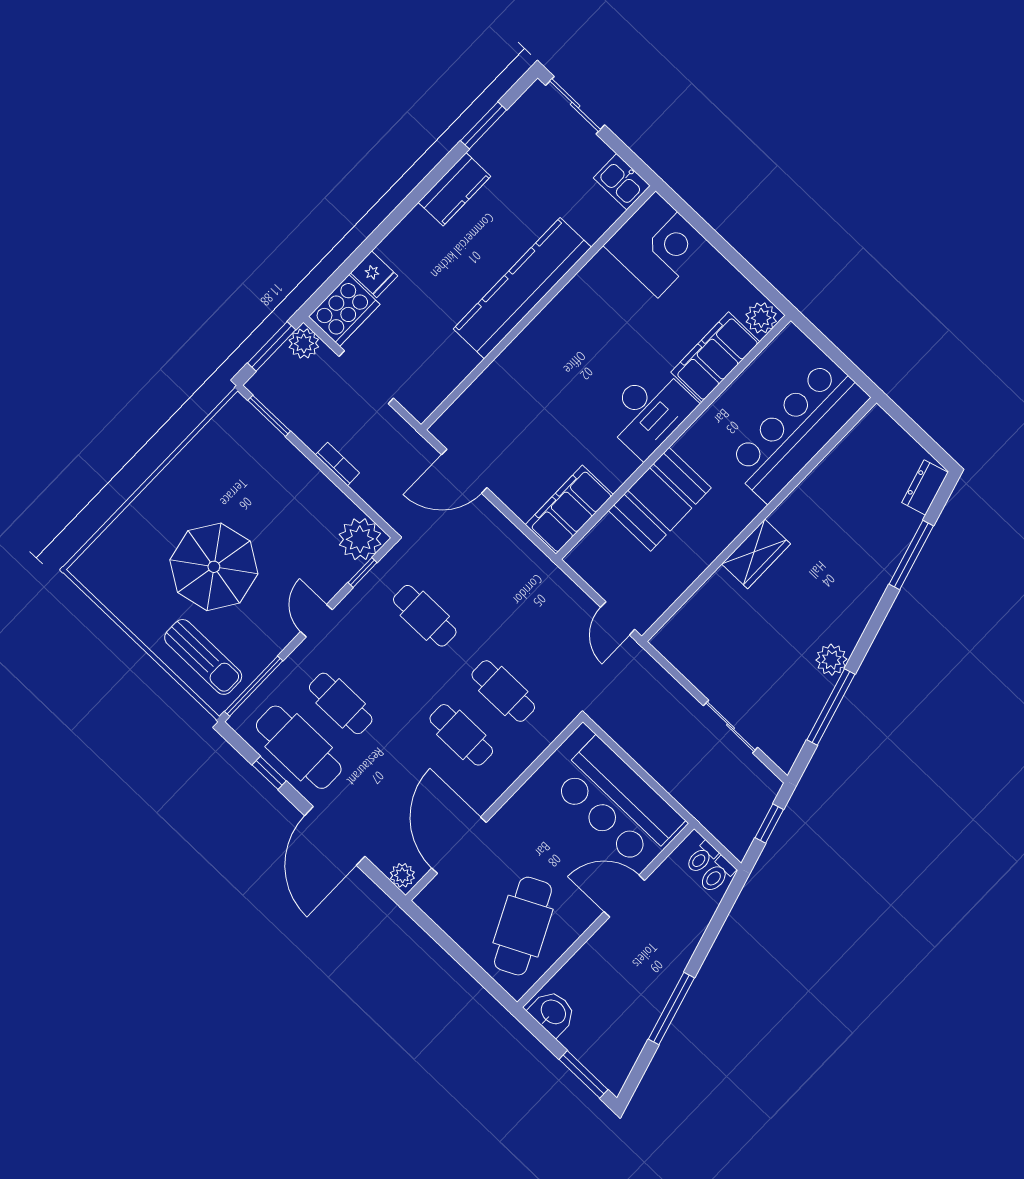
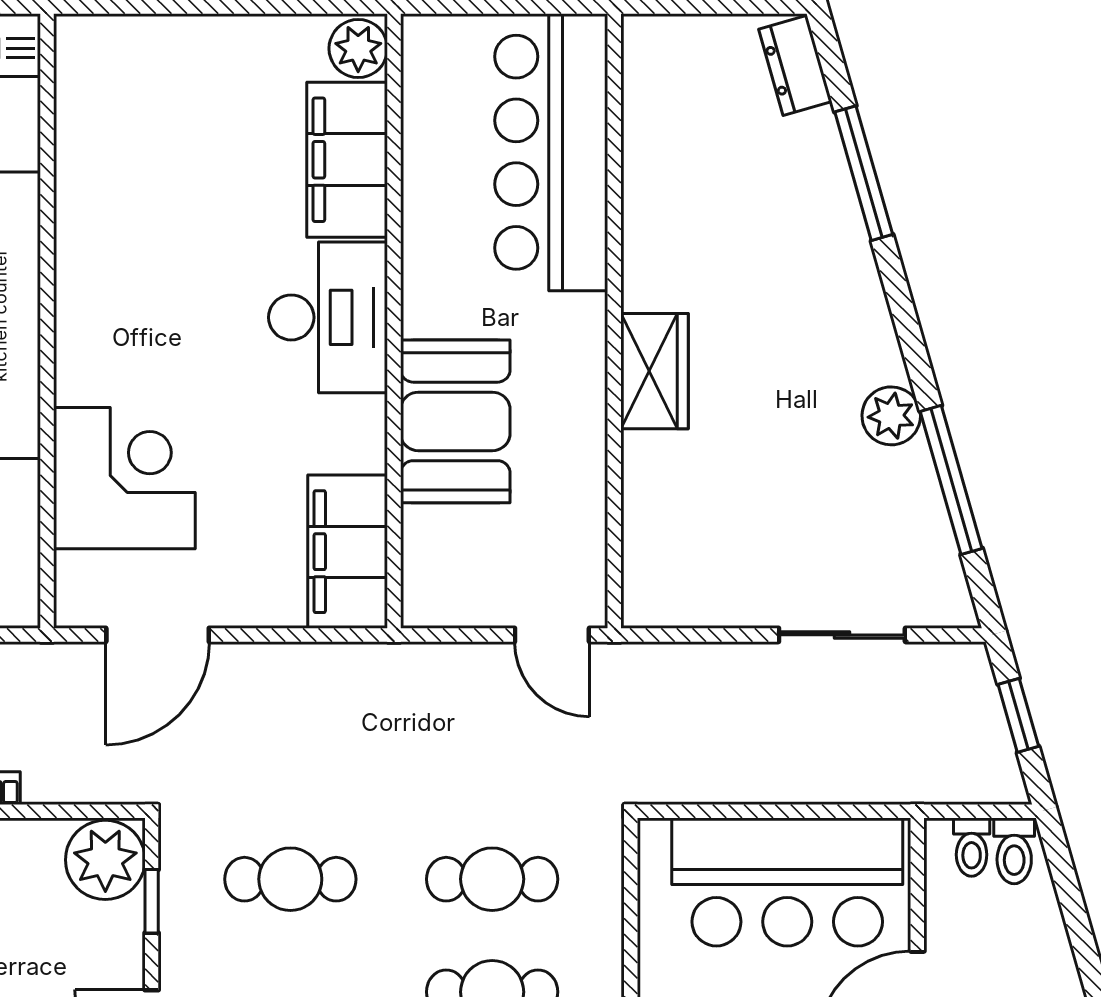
corner desk: (657, 245) -> (124, 478), moved

